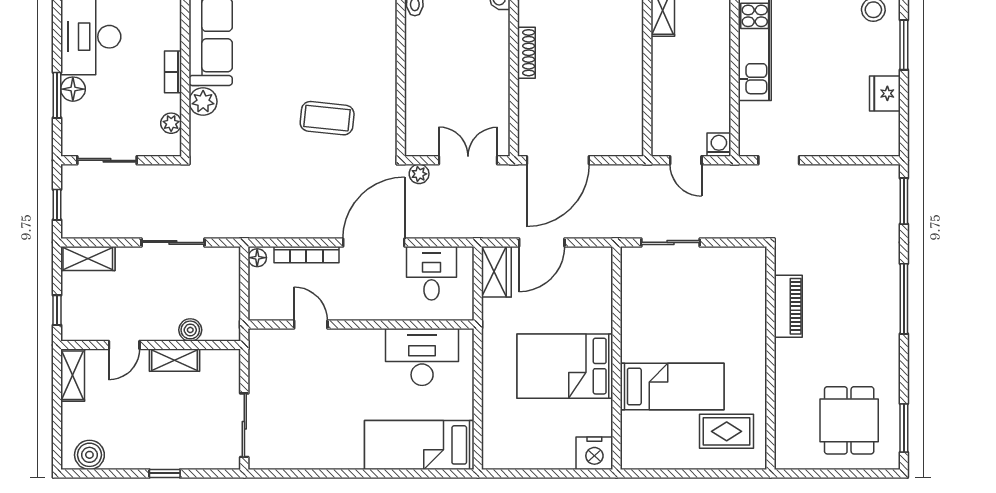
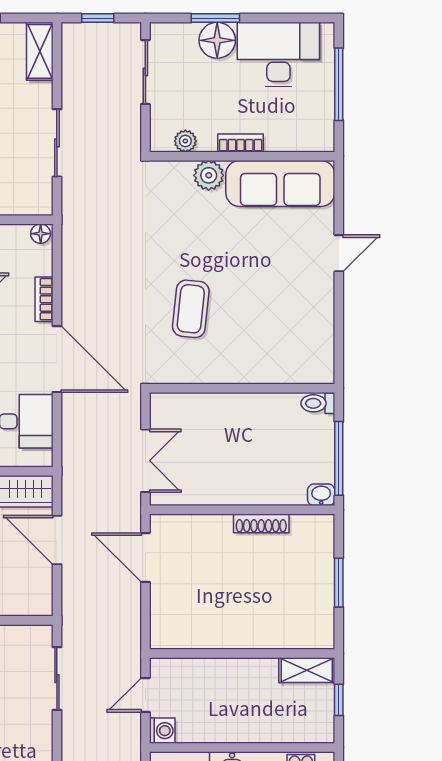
floor lamp: (73, 89) -> (217, 40), width x1.38, depth x1.38
door: (558, 160) -> (145, 557), width x0.73
plant: (419, 174) -> (131, 408), removed
bookcase: (306, 255) -> (44, 299), width x0.64

